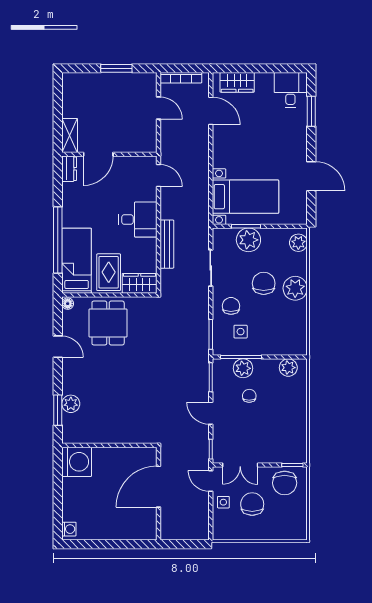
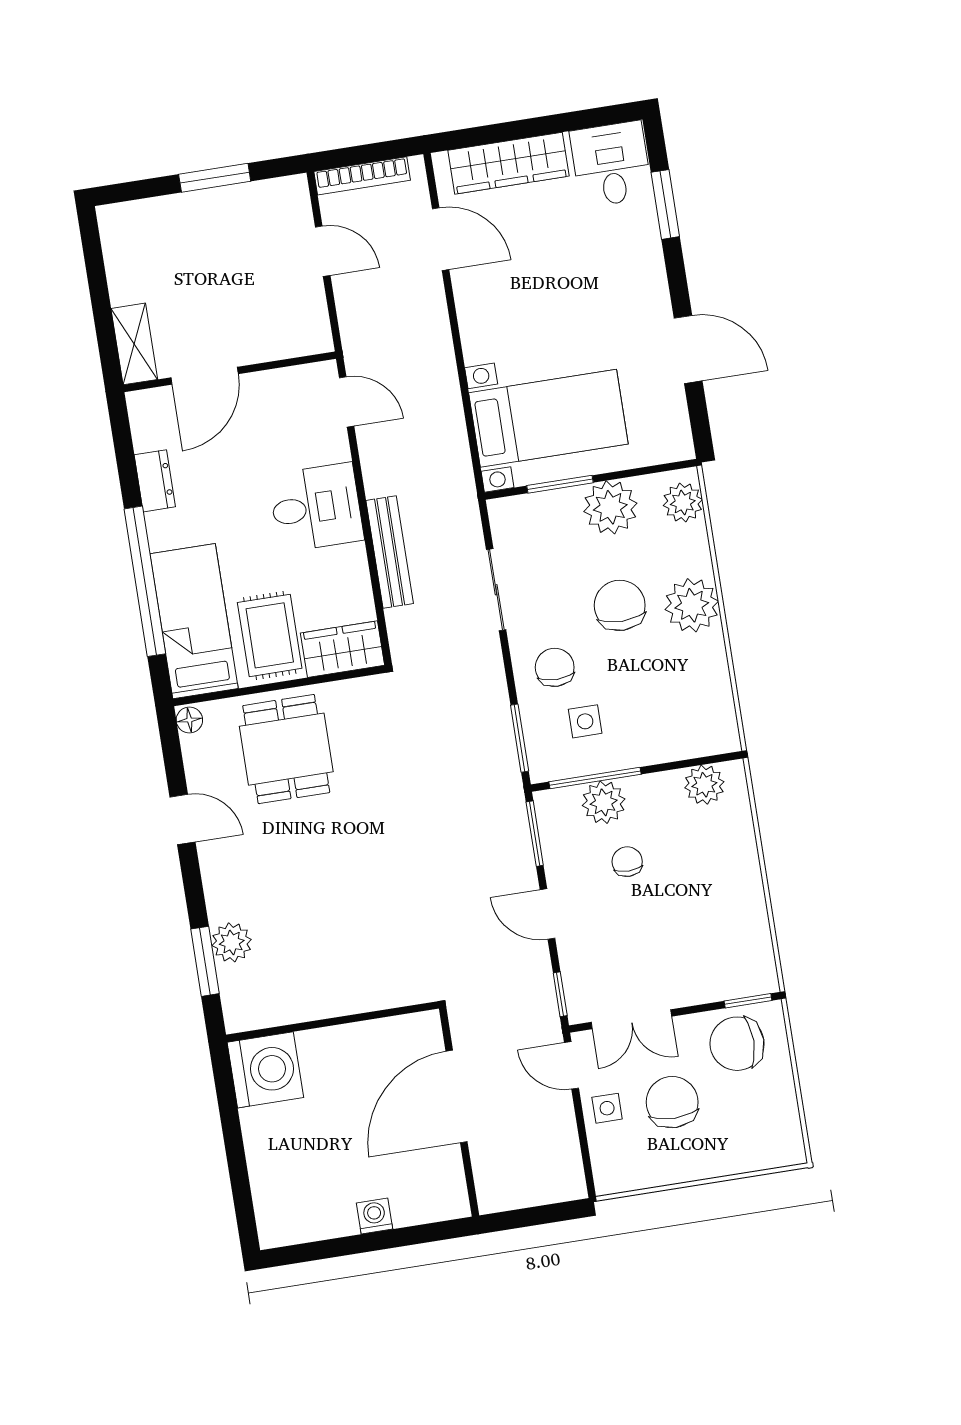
wardrobe: (237, 82) -> (509, 163), width x1.50
dresser: (69, 169) -> (155, 481), moved
plant: (248, 240) -> (610, 507), moved
chair: (285, 483) -> (737, 1044), turned 90
washing machine: (69, 529) -> (375, 1216), moved, turned -90

